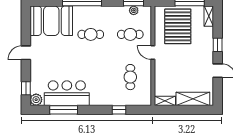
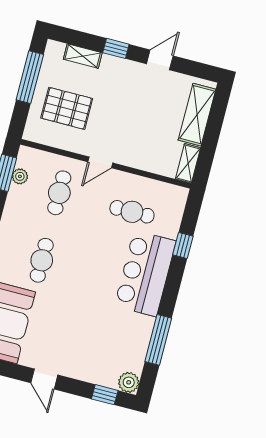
shelving: (209, 16) -> (83, 56), moved
pallet: (178, 26) -> (67, 108), width x0.73, depth x0.71
bar counter: (67, 93) -> (145, 273), moved

